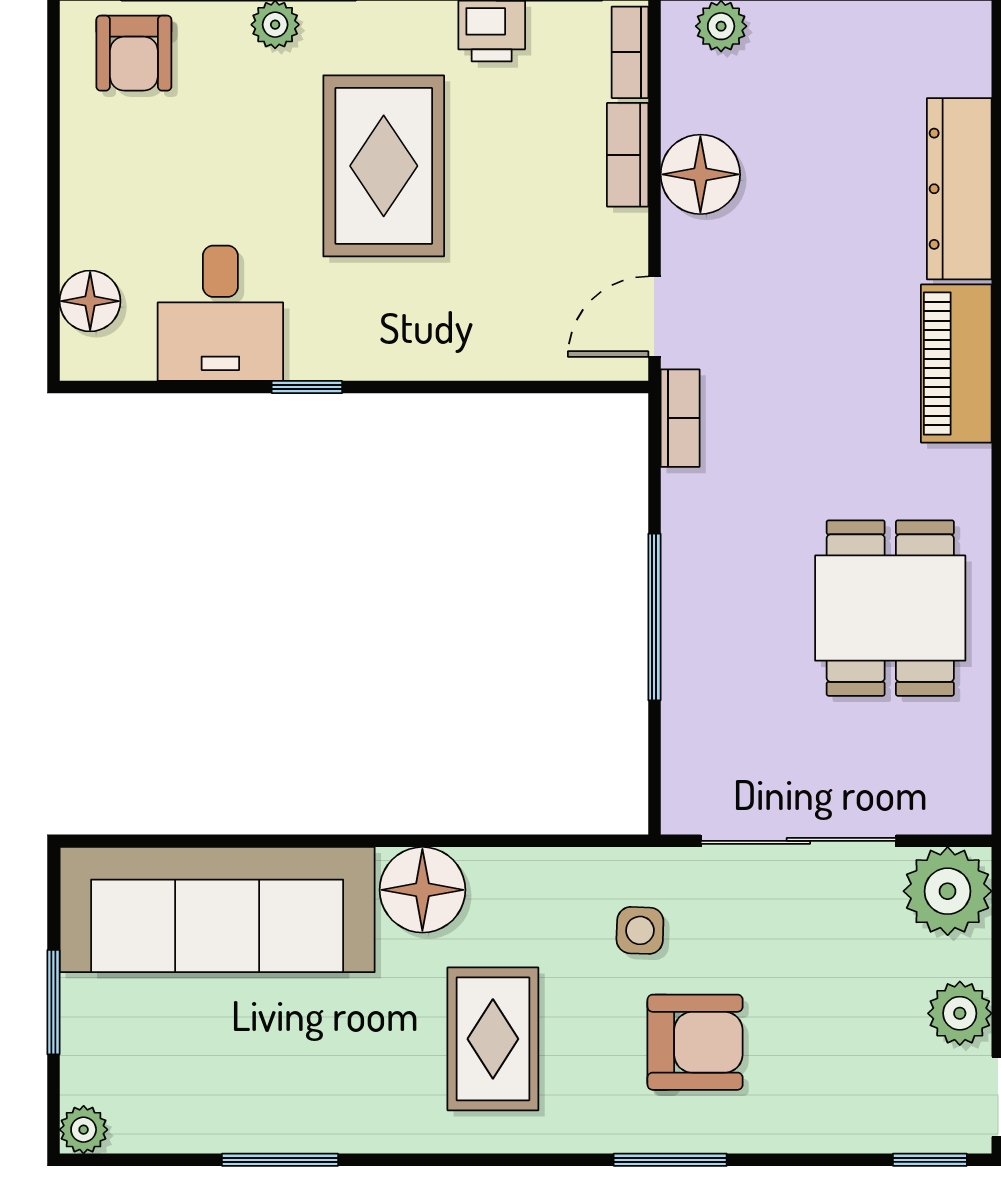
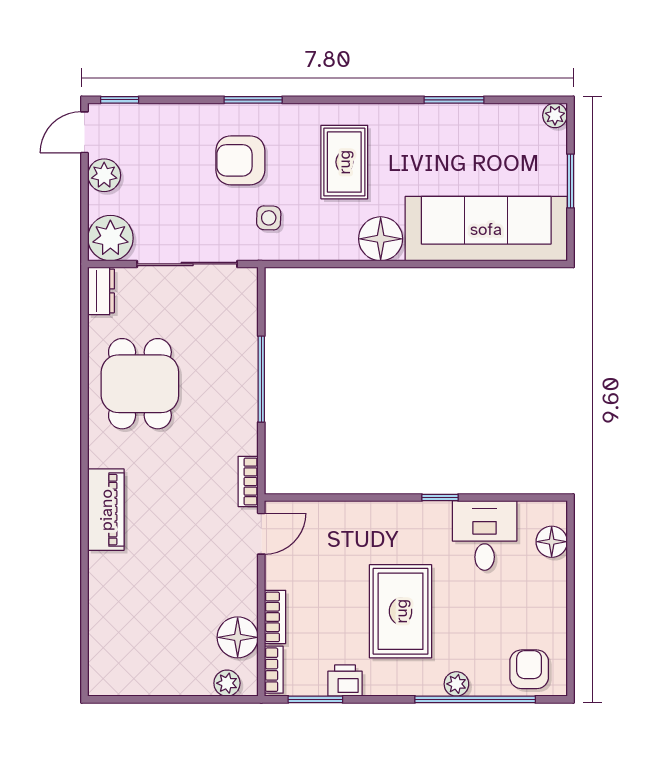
floor lamp: (700, 174) -> (238, 637), moved
dresser: (959, 189) -> (101, 291), moved, width x0.51, depth x0.80

